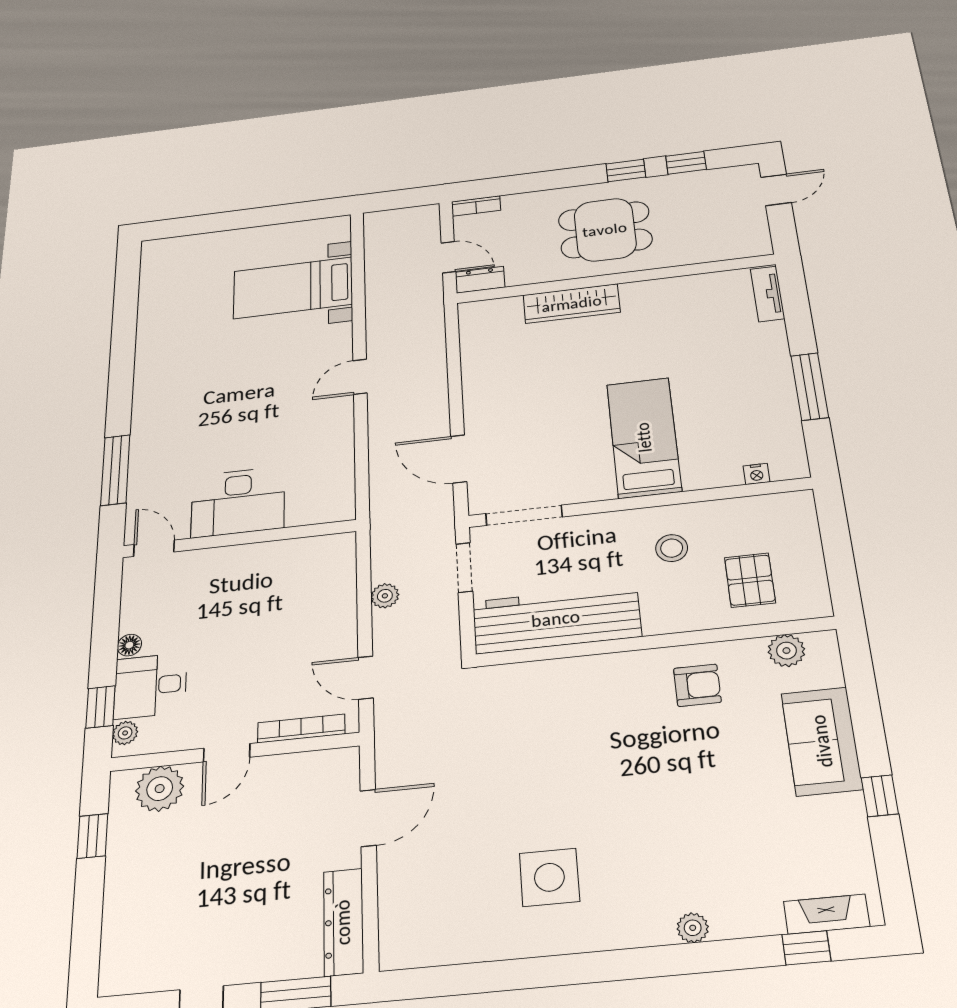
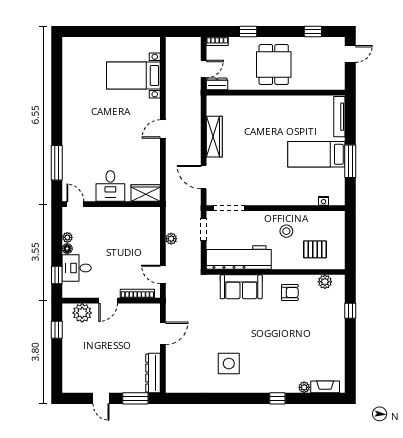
window: (626, 170) -> (248, 32), moved
dining table: (605, 230) -> (274, 64), turned 90
door: (448, 257) -> (204, 69), hinge flipped
tv unit: (768, 294) -> (339, 117), width x1.41
wardrobe: (572, 304) -> (214, 137), moved, turned -90
bed: (644, 437) -> (316, 154), moved, turned -90
desk: (238, 502) -> (110, 186), width x0.73
wardrobe: (321, 507) -> (146, 193), added
pallet: (750, 580) -> (315, 249), turned 90
plant: (125, 733) -> (67, 237), moved
sofa: (822, 741) -> (241, 287), moved, turned -90
window: (880, 796) -> (350, 311), moved
plant: (693, 928) -> (304, 387), moved
window: (806, 948) -> (277, 398), moved

